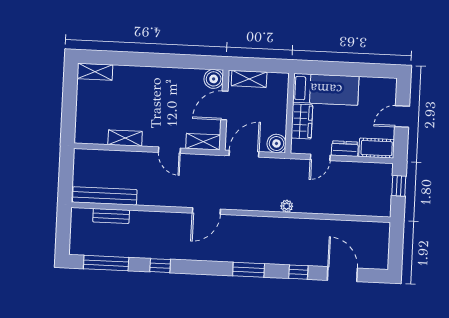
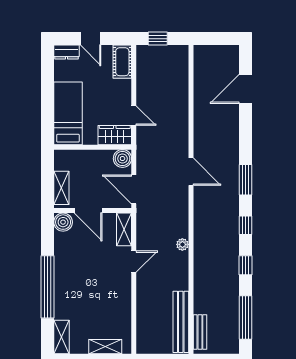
window: (147, 60) -> (47, 287), added
wardrobe: (302, 121) -> (115, 135), moved
shelving: (125, 138) -> (105, 347), moved, turned 90
dresser: (345, 149) -> (67, 52), moved, turned -90
plant: (287, 206) -> (182, 244), moved
door: (206, 211) -> (191, 172), moved
bench: (111, 216) -> (200, 332), moved
window: (298, 272) -> (246, 225), moved

